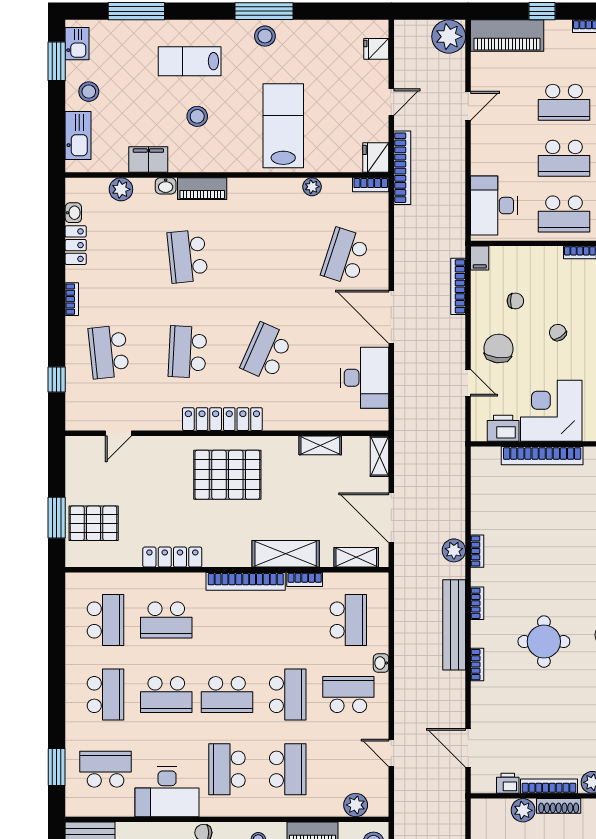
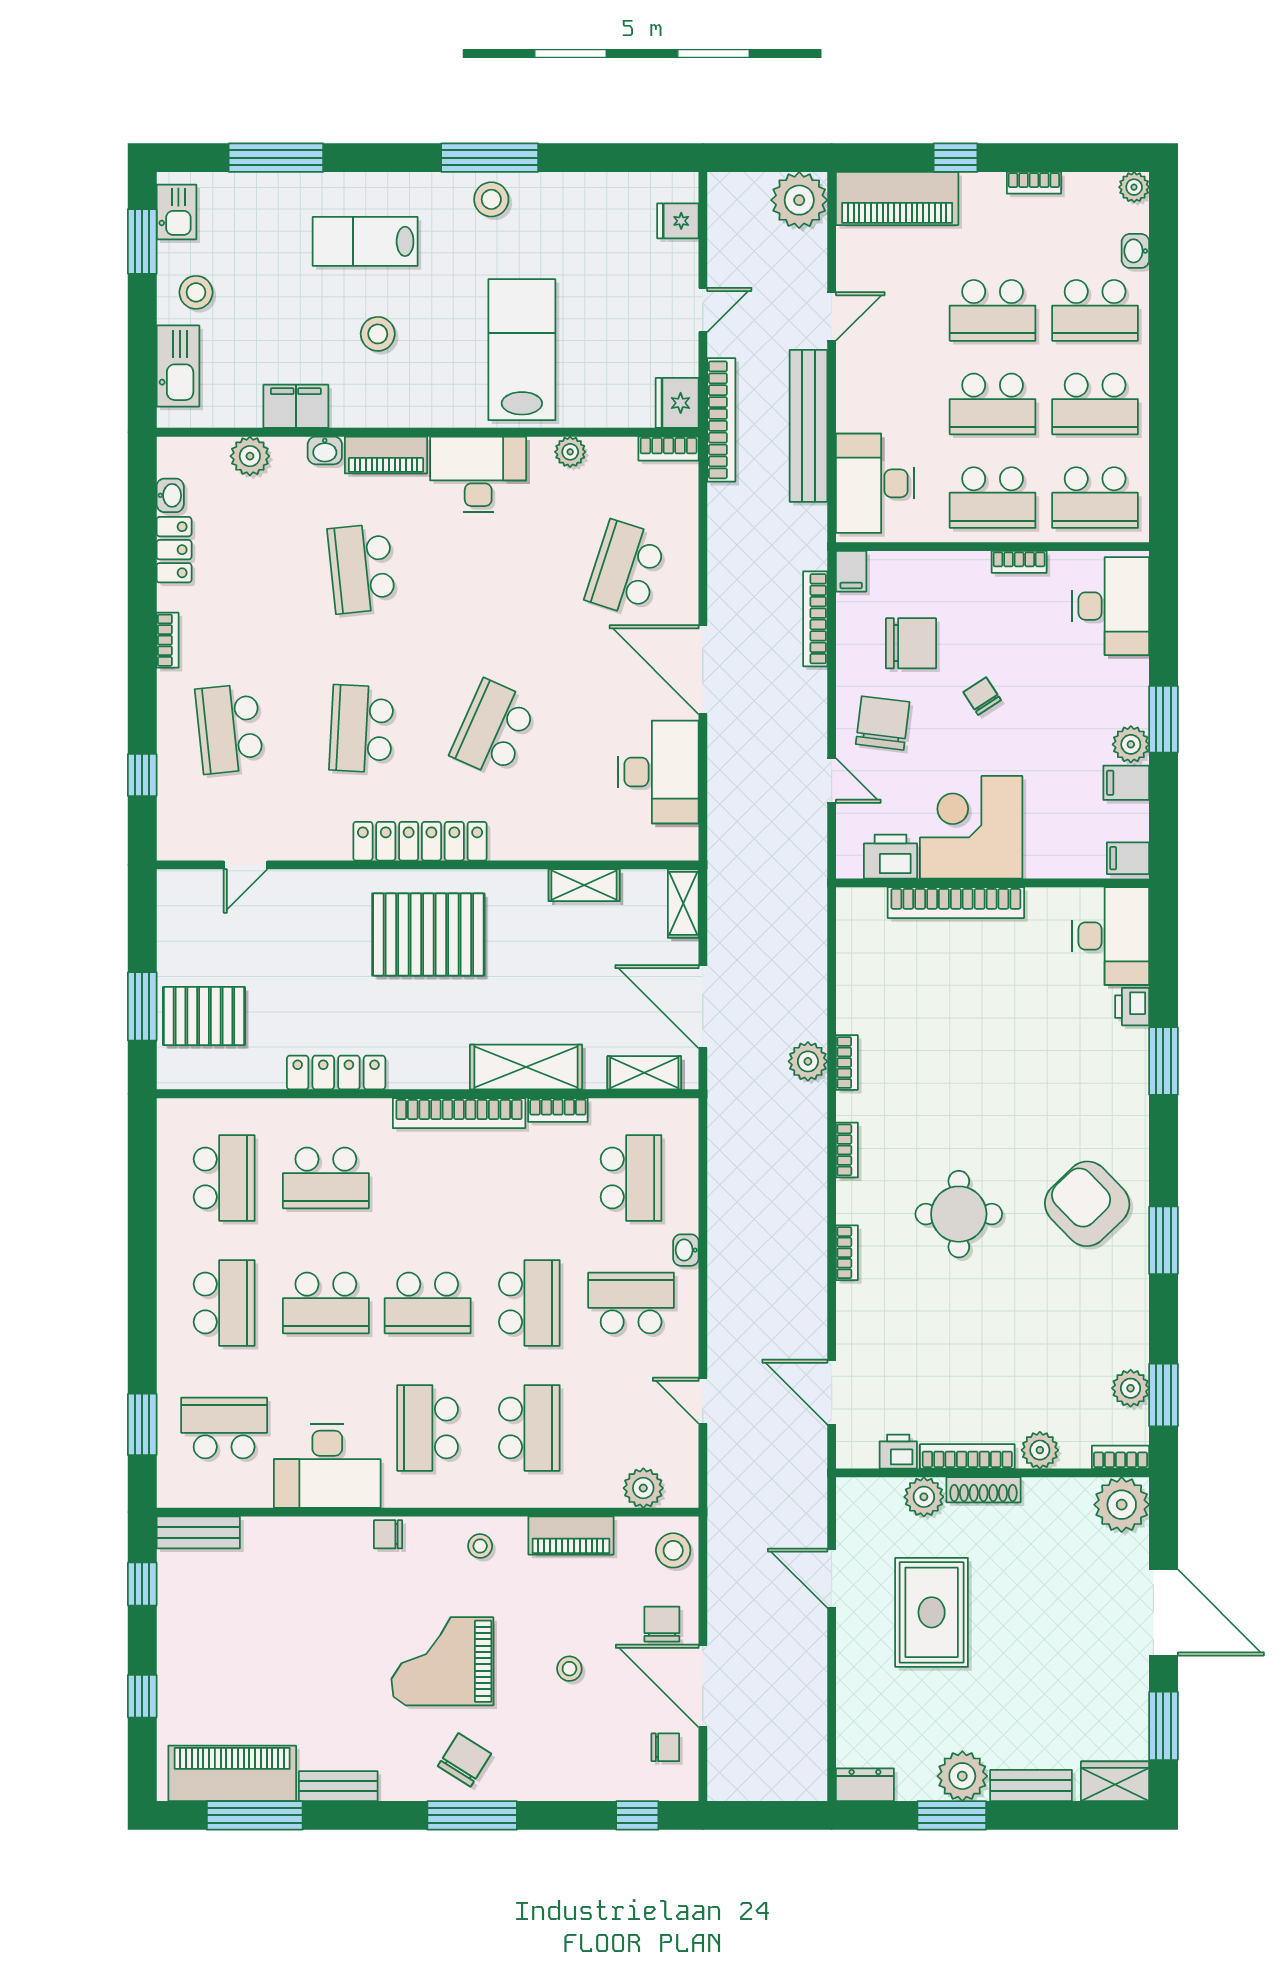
desk: (257, 200) -> (478, 474), added
chair: (515, 301) -> (911, 643), width x1.87, depth x1.87
bench: (454, 625) -> (808, 426), moved

